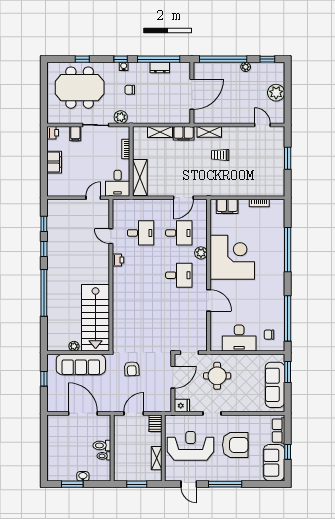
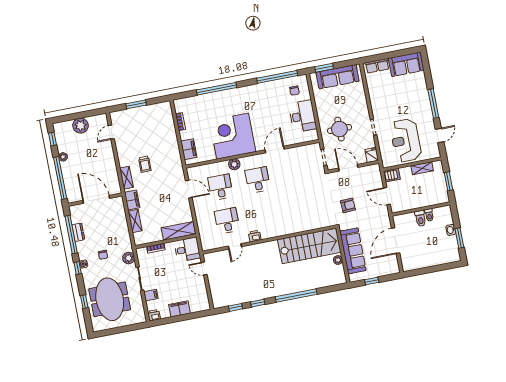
armchair: (235, 445) -> (397, 101), removed
window: (288, 452) -> (394, 54), removed

